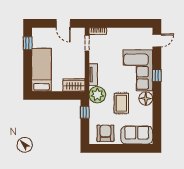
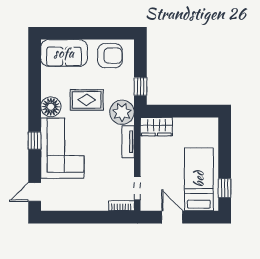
bed: (41, 70) -> (199, 179), moved, turned 180
rug: (121, 103) -> (87, 100), turned 90
armchair: (105, 133) -> (110, 56), turned -90

